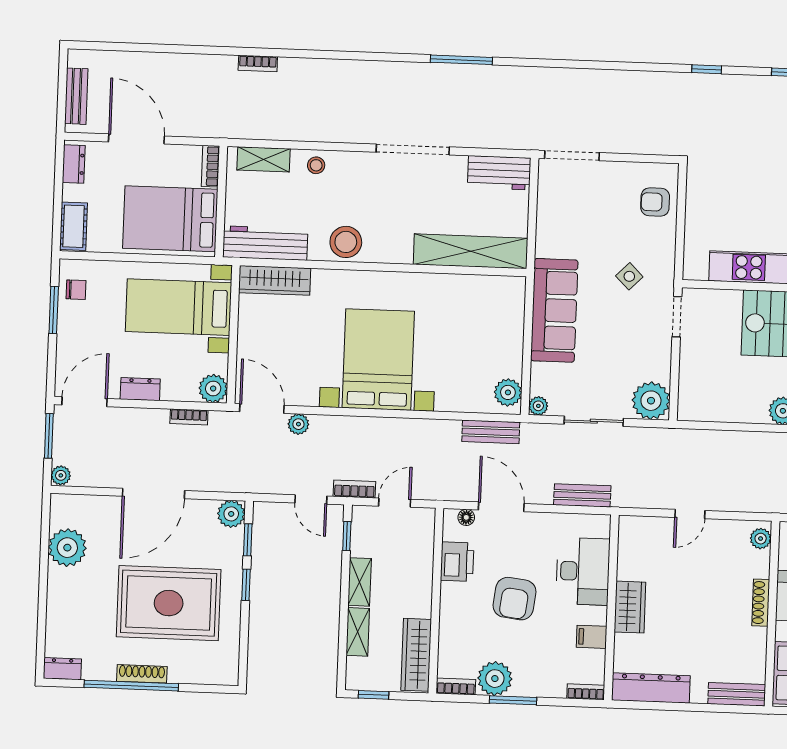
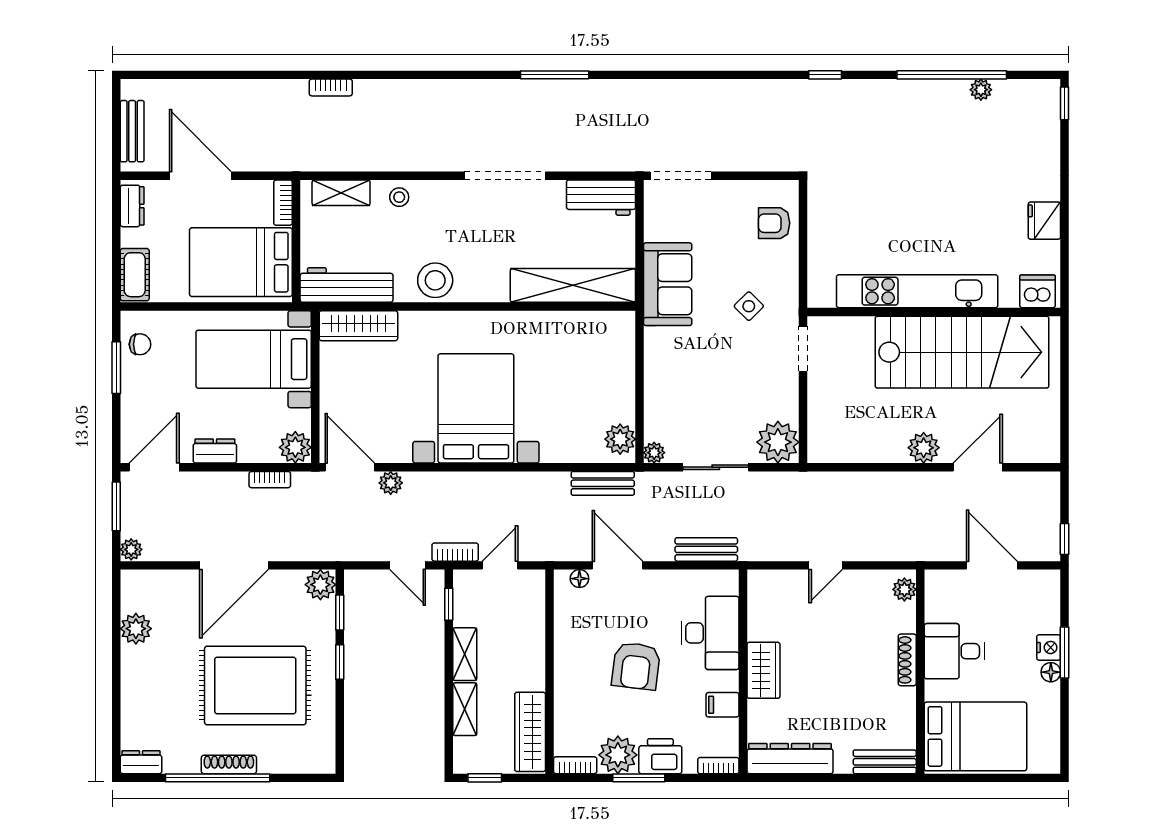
sofa: (554, 310) -> (668, 284), moved, width x0.73
plant: (67, 548) -> (136, 629), width x0.73, depth x0.73
printer: (457, 562) -> (660, 756), moved, turned -90

